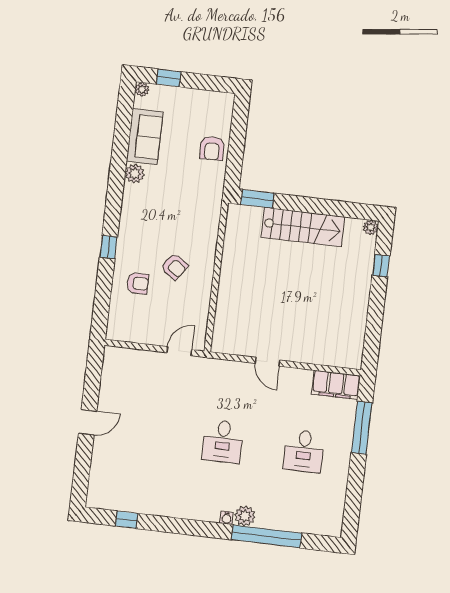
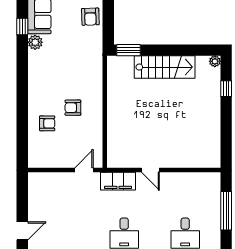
window: (108, 247) -> (22, 27), moved
armchair: (174, 267) -> (73, 108), turned 146
filing cabinet: (336, 385) -> (118, 181), moved

